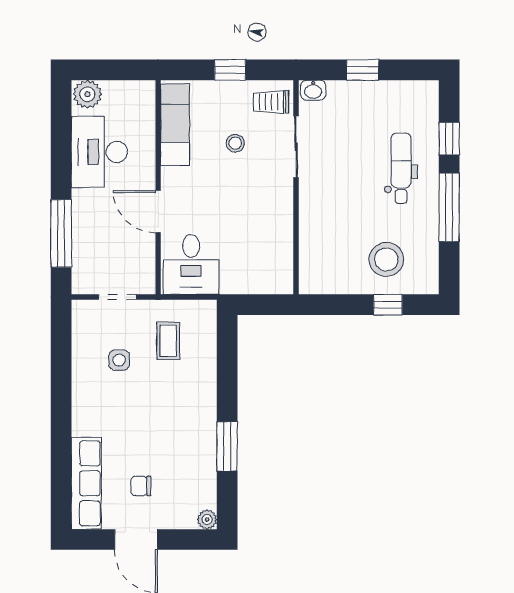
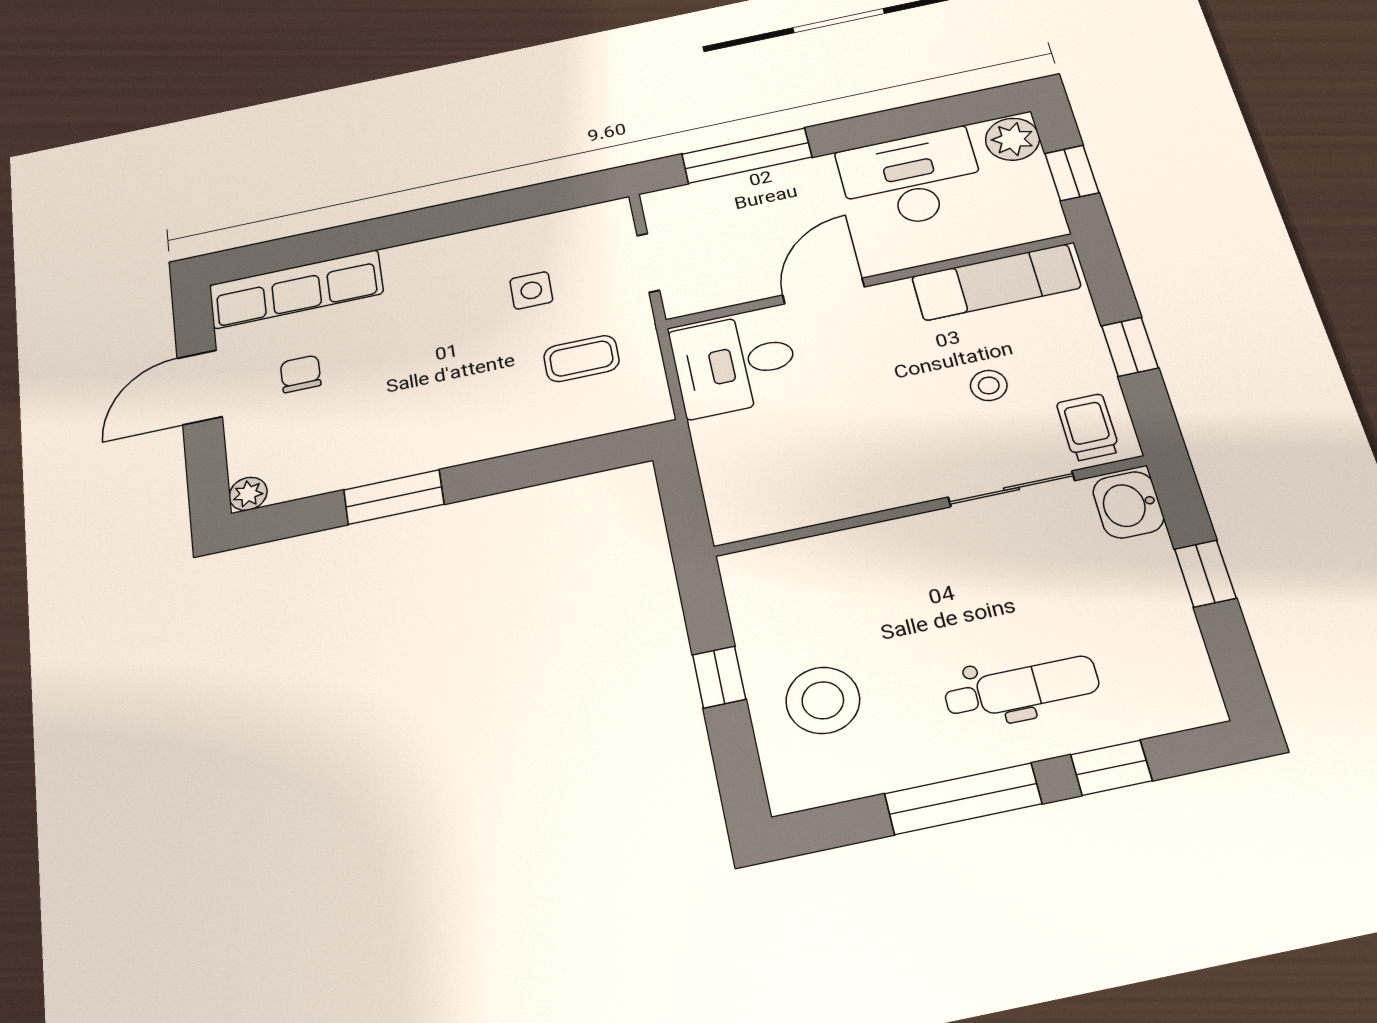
window: (117, 70) -> (1072, 173), added
washbasin: (313, 90) -> (1128, 505), width x1.38, depth x1.45
window: (388, 305) -> (719, 677), moved

